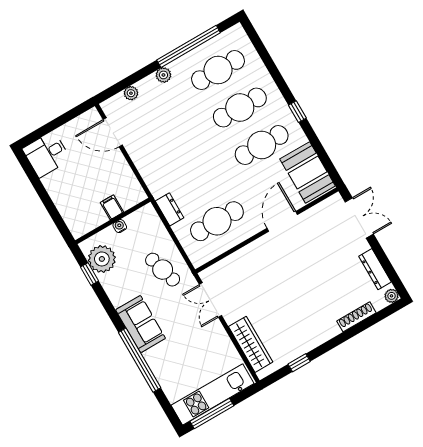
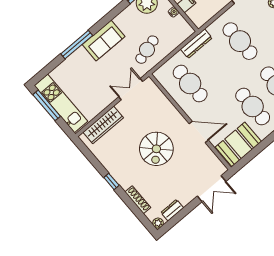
cafe table: (173, 146) -> (240, 41), added
dresser: (170, 209) -> (196, 44), width x1.44
dresser: (375, 269) -> (172, 210), width x0.70
spiral stairs: (294, 281) -> (156, 149), added
window: (140, 360) -> (77, 45), width x0.68
window: (299, 363) -> (111, 181), moved

